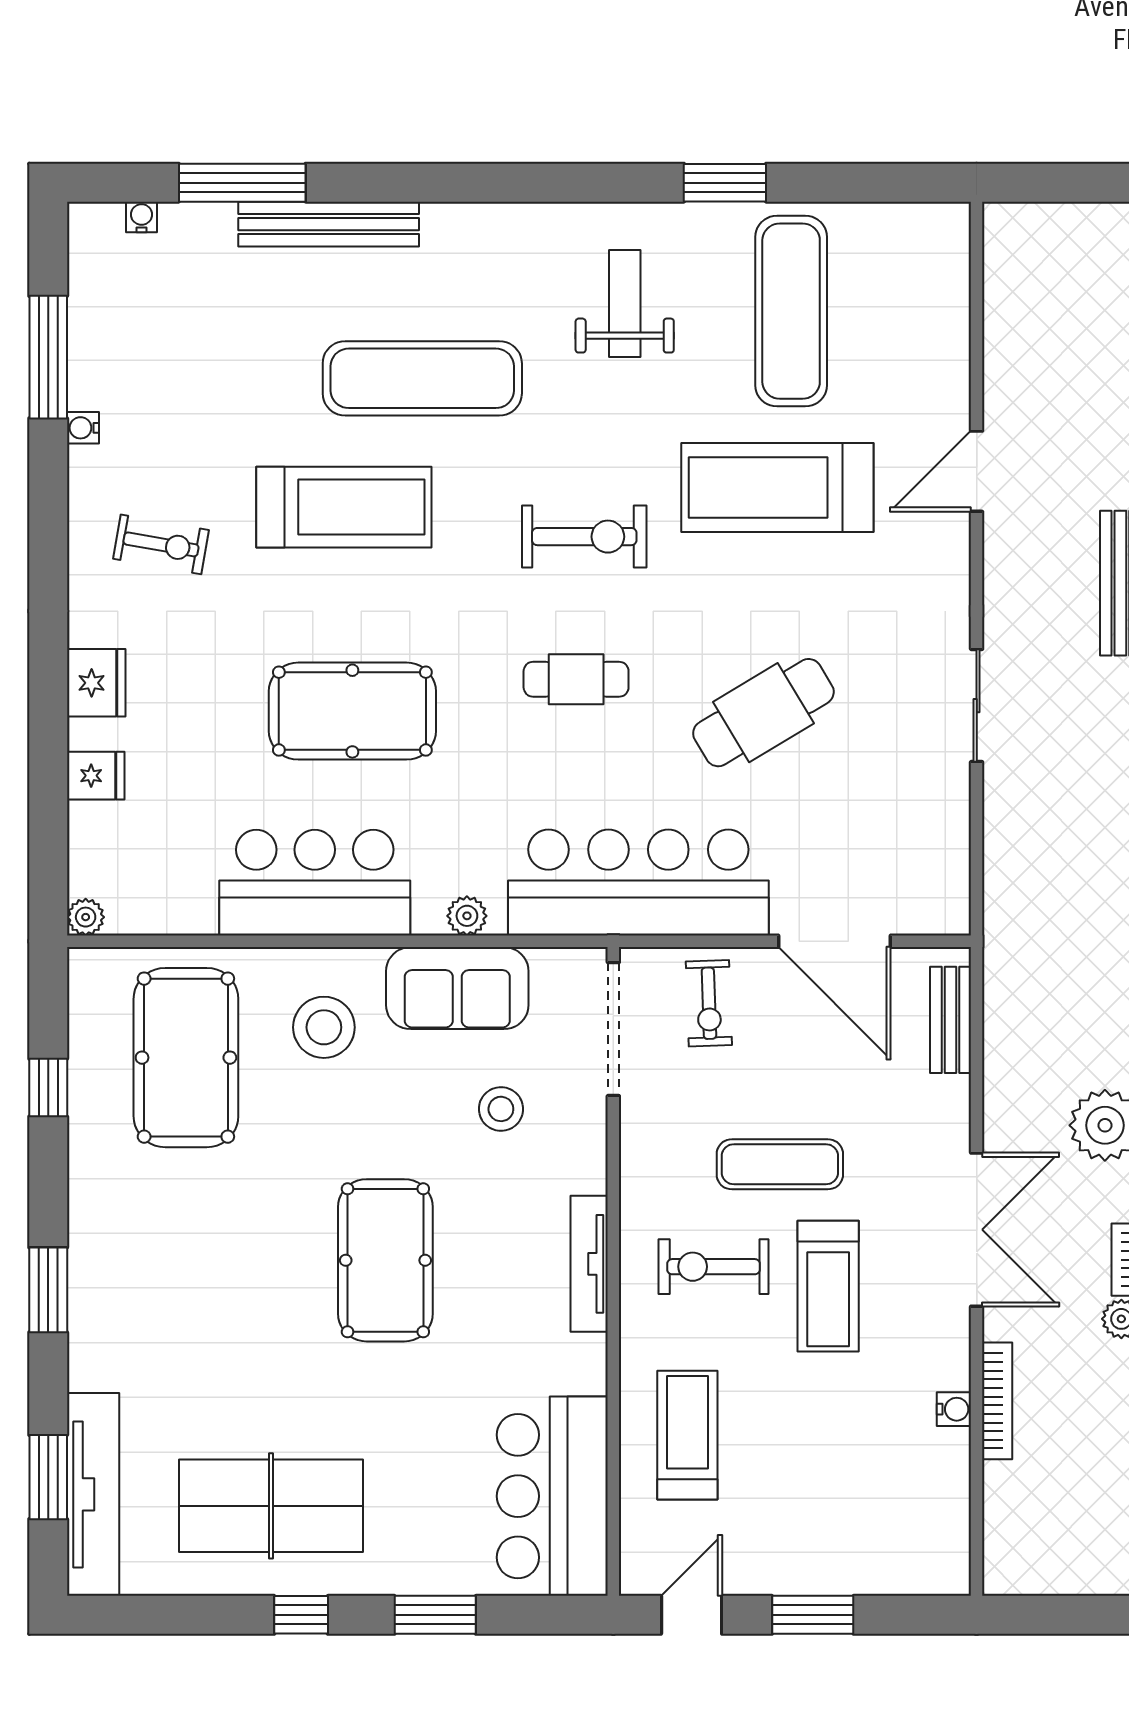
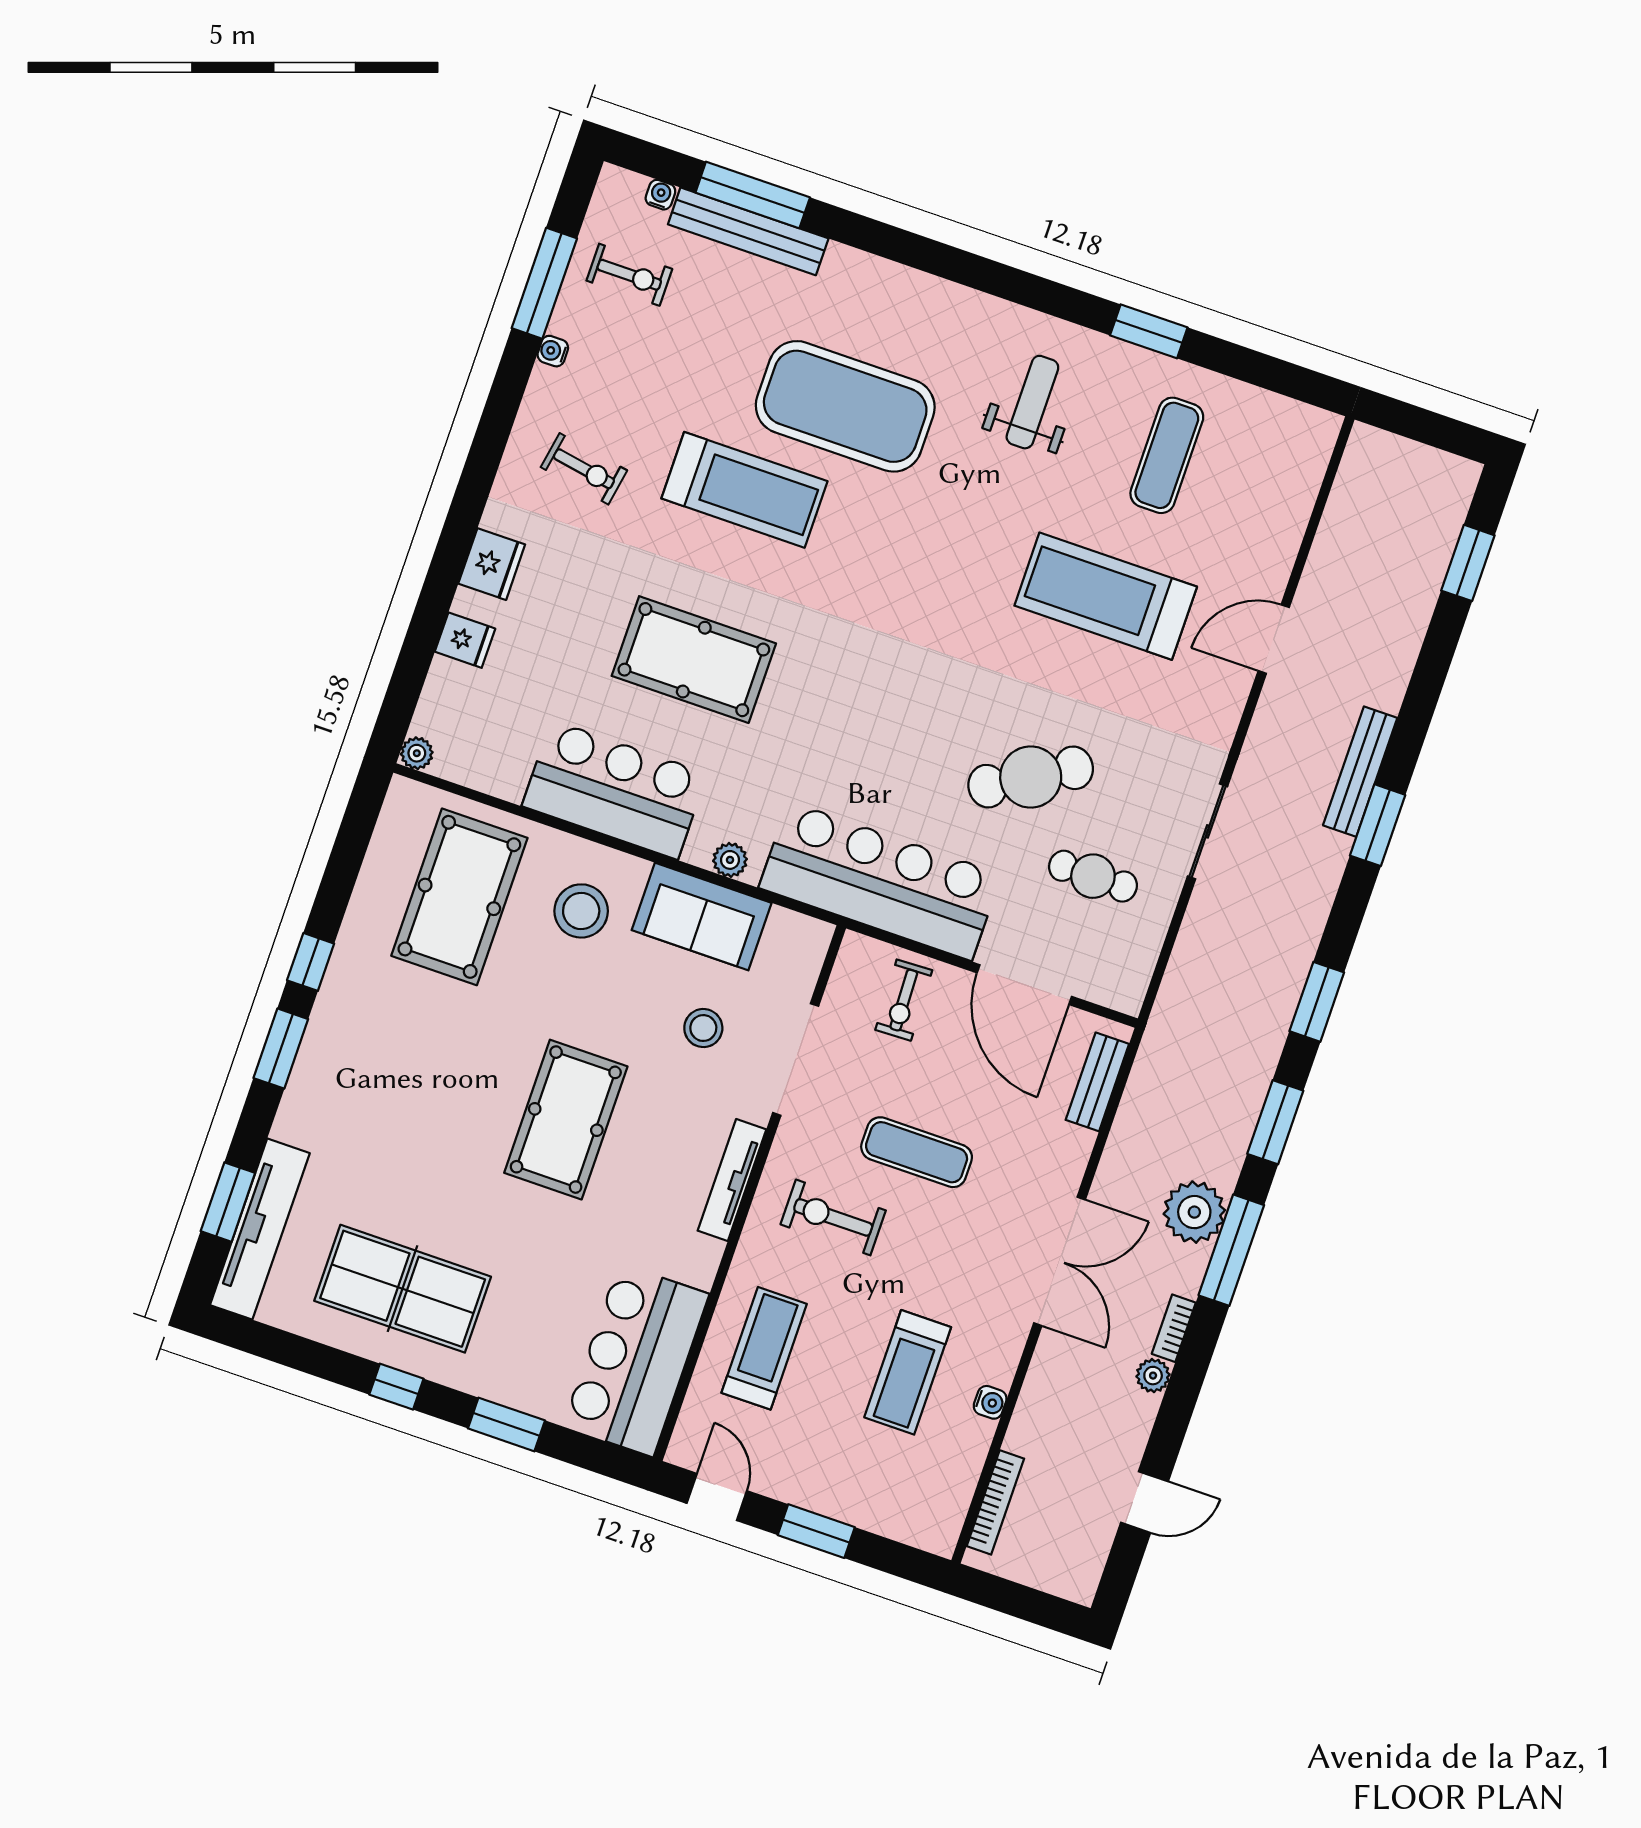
bench: (329, 224) -> (748, 231), moved
exercise mat: (791, 311) -> (1167, 455), width x0.73, depth x0.69
exercise mat: (422, 378) -> (845, 406), width x1.47
exercise bike: (584, 537) -> (629, 275), moved, width x0.73, depth x0.72
cafe table: (576, 679) -> (1093, 876), moved
doorway: (613, 1029) -> (796, 1059), moved
window: (48, 1088) -> (311, 962), moved
treadmill: (828, 1286) -> (908, 1372), moved
bookcase: (997, 1401) -> (995, 1502), moved
door: (692, 1615) -> (717, 1497), hinge flipped

